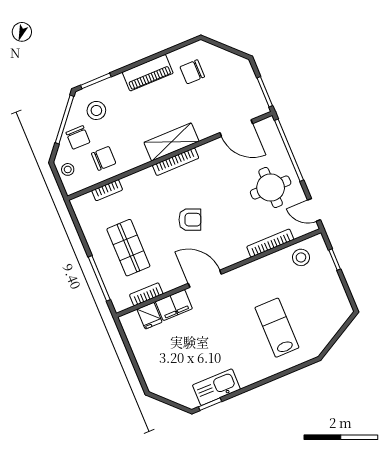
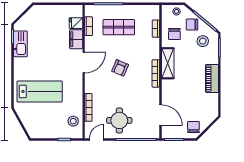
chair: (192, 72) -> (193, 127), moved
door: (236, 128) -> (160, 115), swing flipped
shelving: (171, 142) -> (168, 63), moved
lab bench: (277, 328) -> (40, 91), width x1.36, depth x1.39

